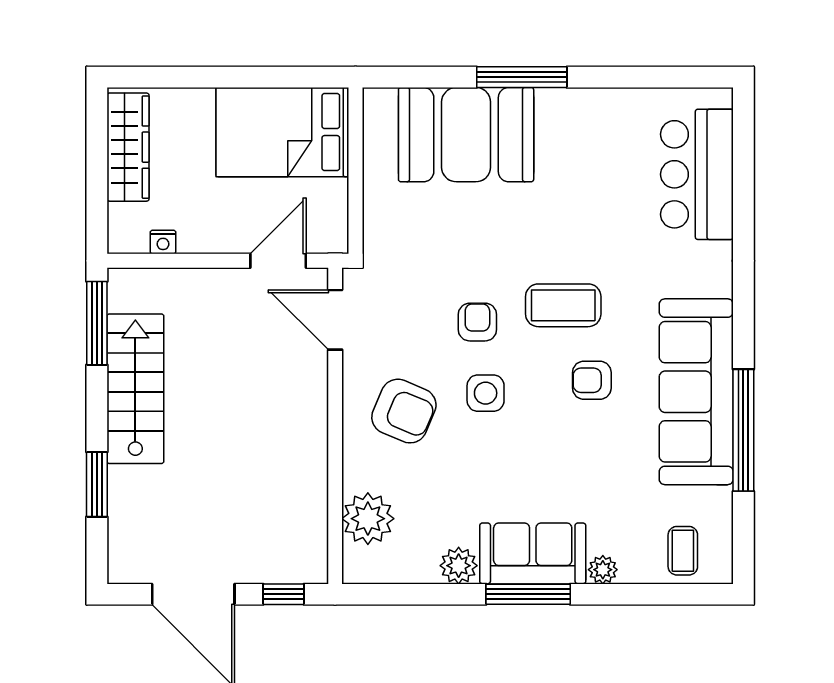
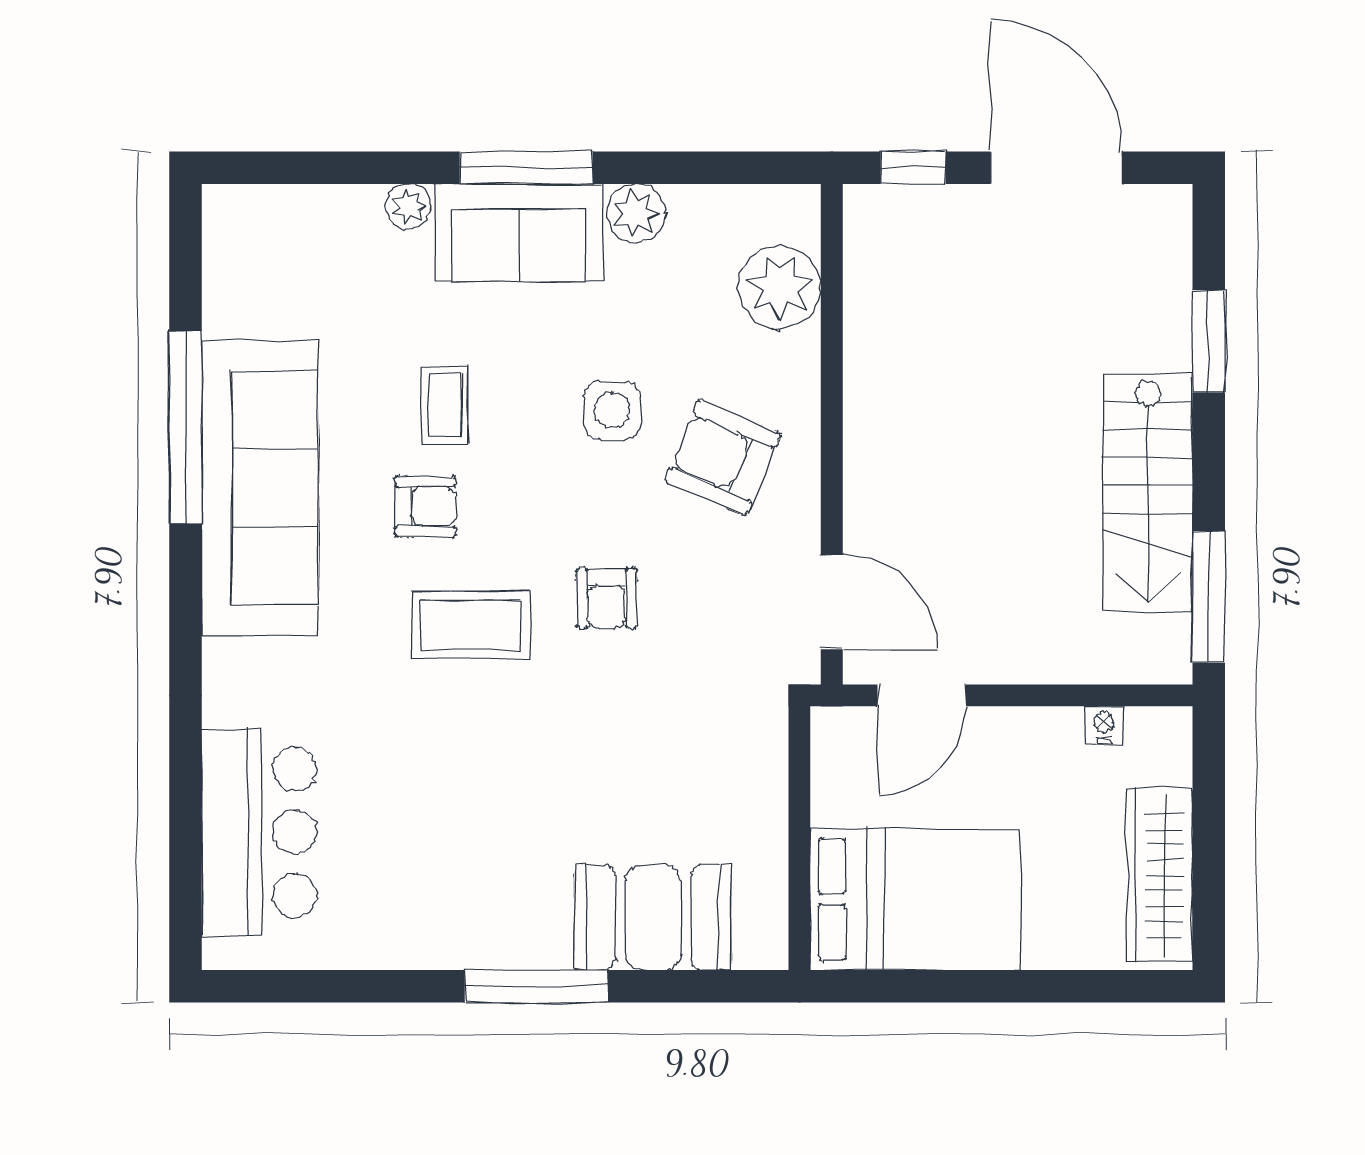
booth: (466, 135) -> (653, 917), width x0.73, depth x0.70
side table: (486, 393) -> (612, 410), moved
coffee table: (683, 551) -> (445, 405), moved

